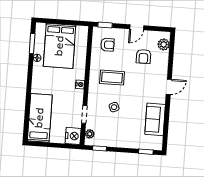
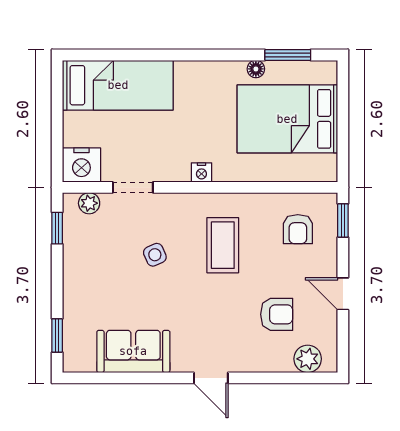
armchair: (143, 56) -> (277, 314), turned 180

